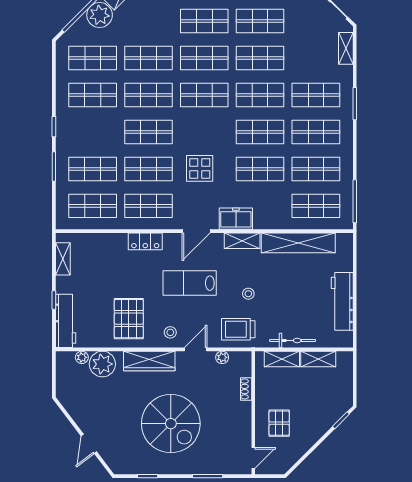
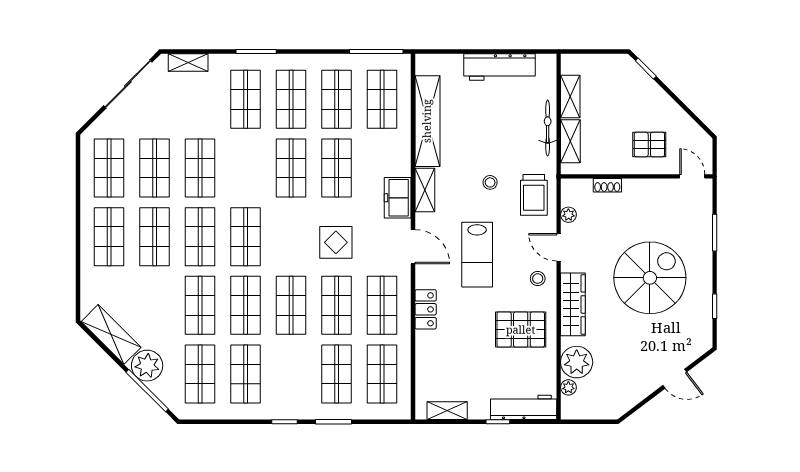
shop shelf: (260, 95) -> (246, 168), removed

